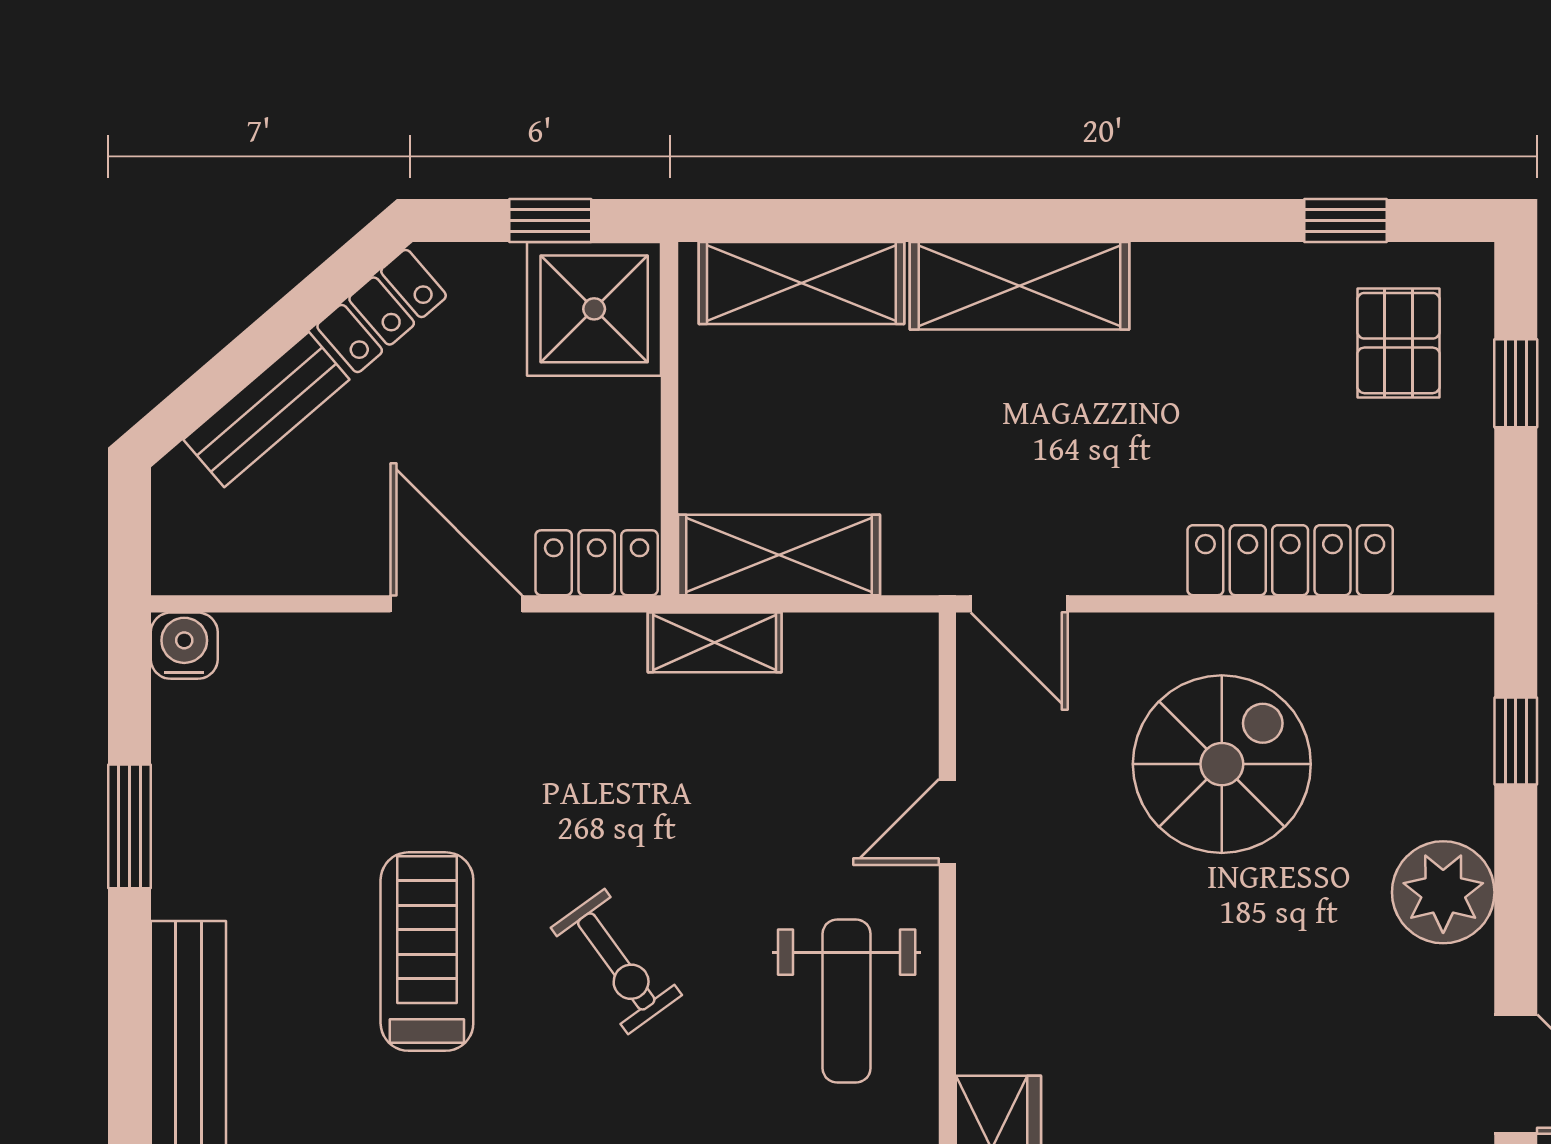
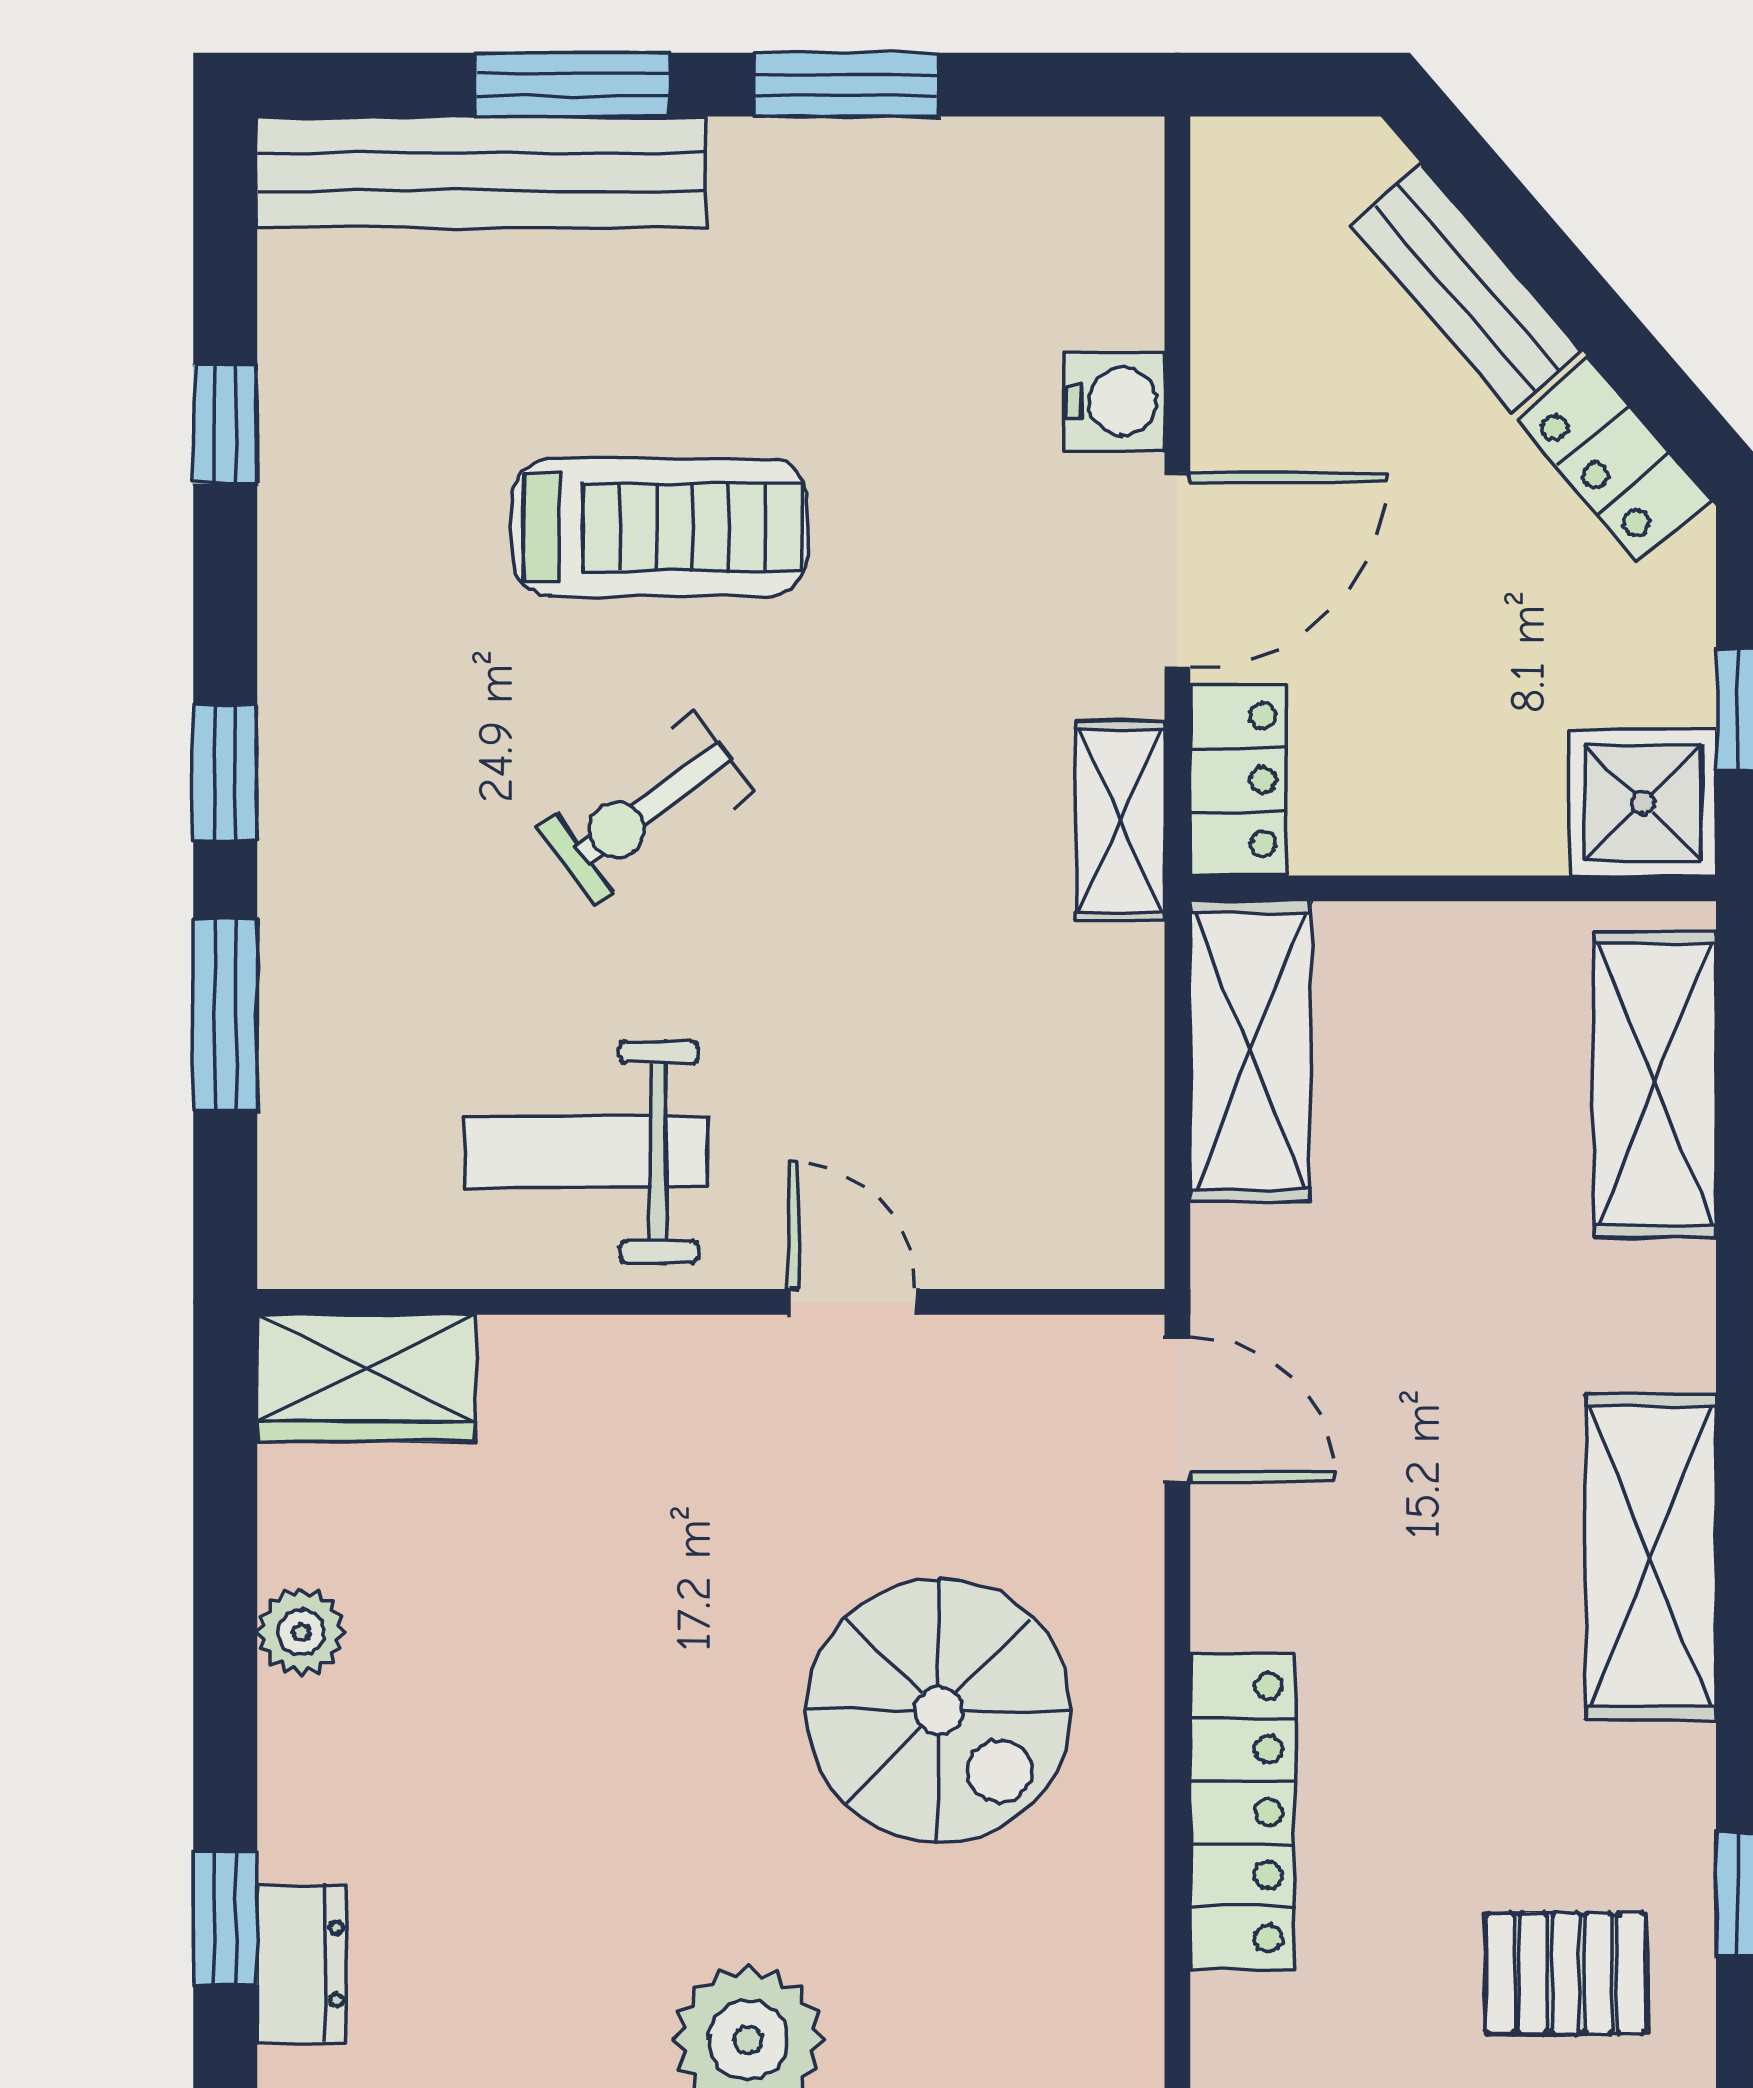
shelving: (1019, 286) -> (1651, 1557), moved
shower: (594, 309) -> (1643, 803), width x0.73, depth x0.73
door: (1019, 604) -> (1177, 1409), swing flipped
shelving: (715, 642) -> (1120, 821), moved
water cooler: (184, 646) -> (1115, 401), moved
window: (130, 1010) -> (572, 85), added

